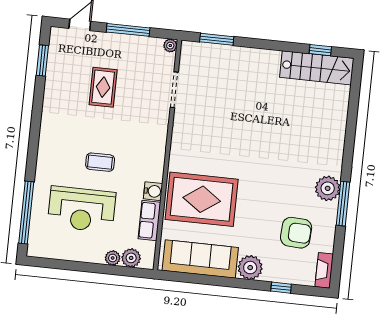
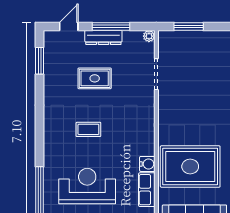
dresser: (118, 42) -> (103, 37), added
rug: (103, 87) -> (95, 78), turned 90
coffee table: (100, 162) -> (88, 129), moved
reception desk: (82, 209) -> (87, 186), turned 180

